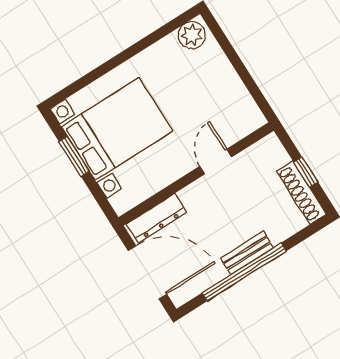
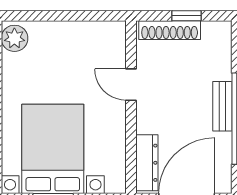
shoe rack: (301, 193) -> (170, 30), moved

